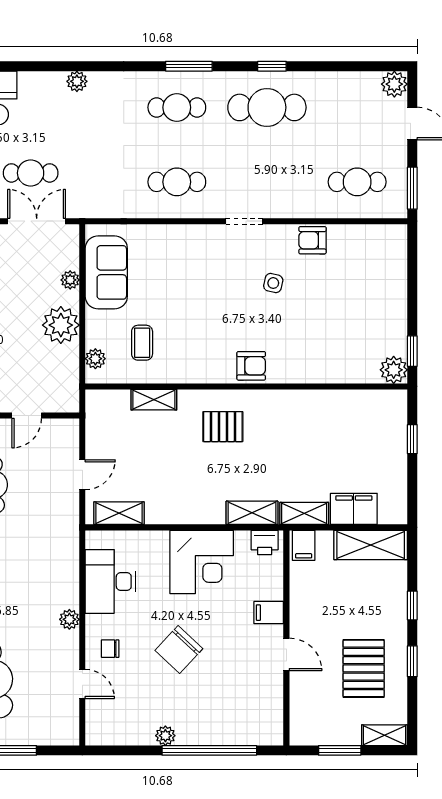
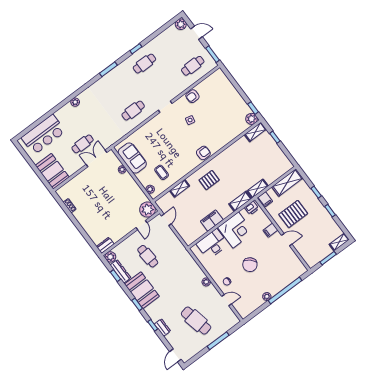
cafe table: (177, 107) -> (115, 86), removed
cafe table: (267, 107) -> (144, 64), width x0.73, depth x0.74
plant: (61, 325) -> (147, 210), moved
door: (82, 475) -> (166, 220), moved
filing cabinet: (354, 509) -> (212, 221), moved
shelving: (119, 513) -> (255, 132), moved
desk: (110, 581) -> (212, 244), moved, turned 90
pallet: (364, 668) -> (293, 214), moved, turned 90

